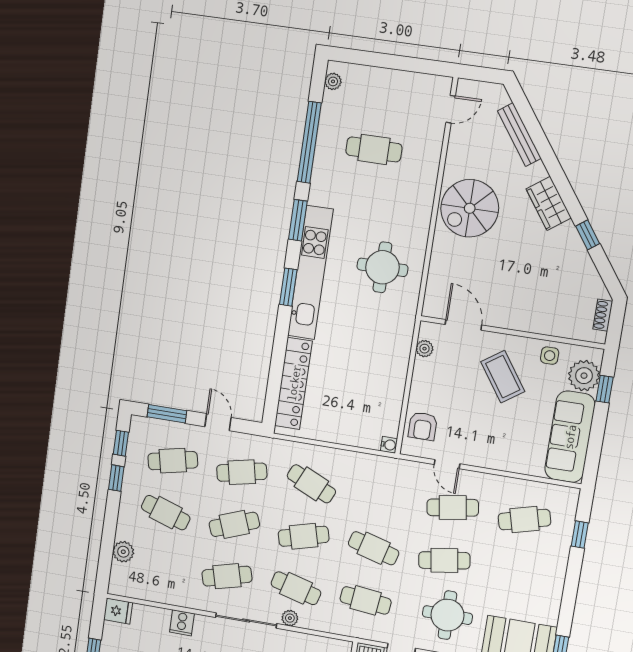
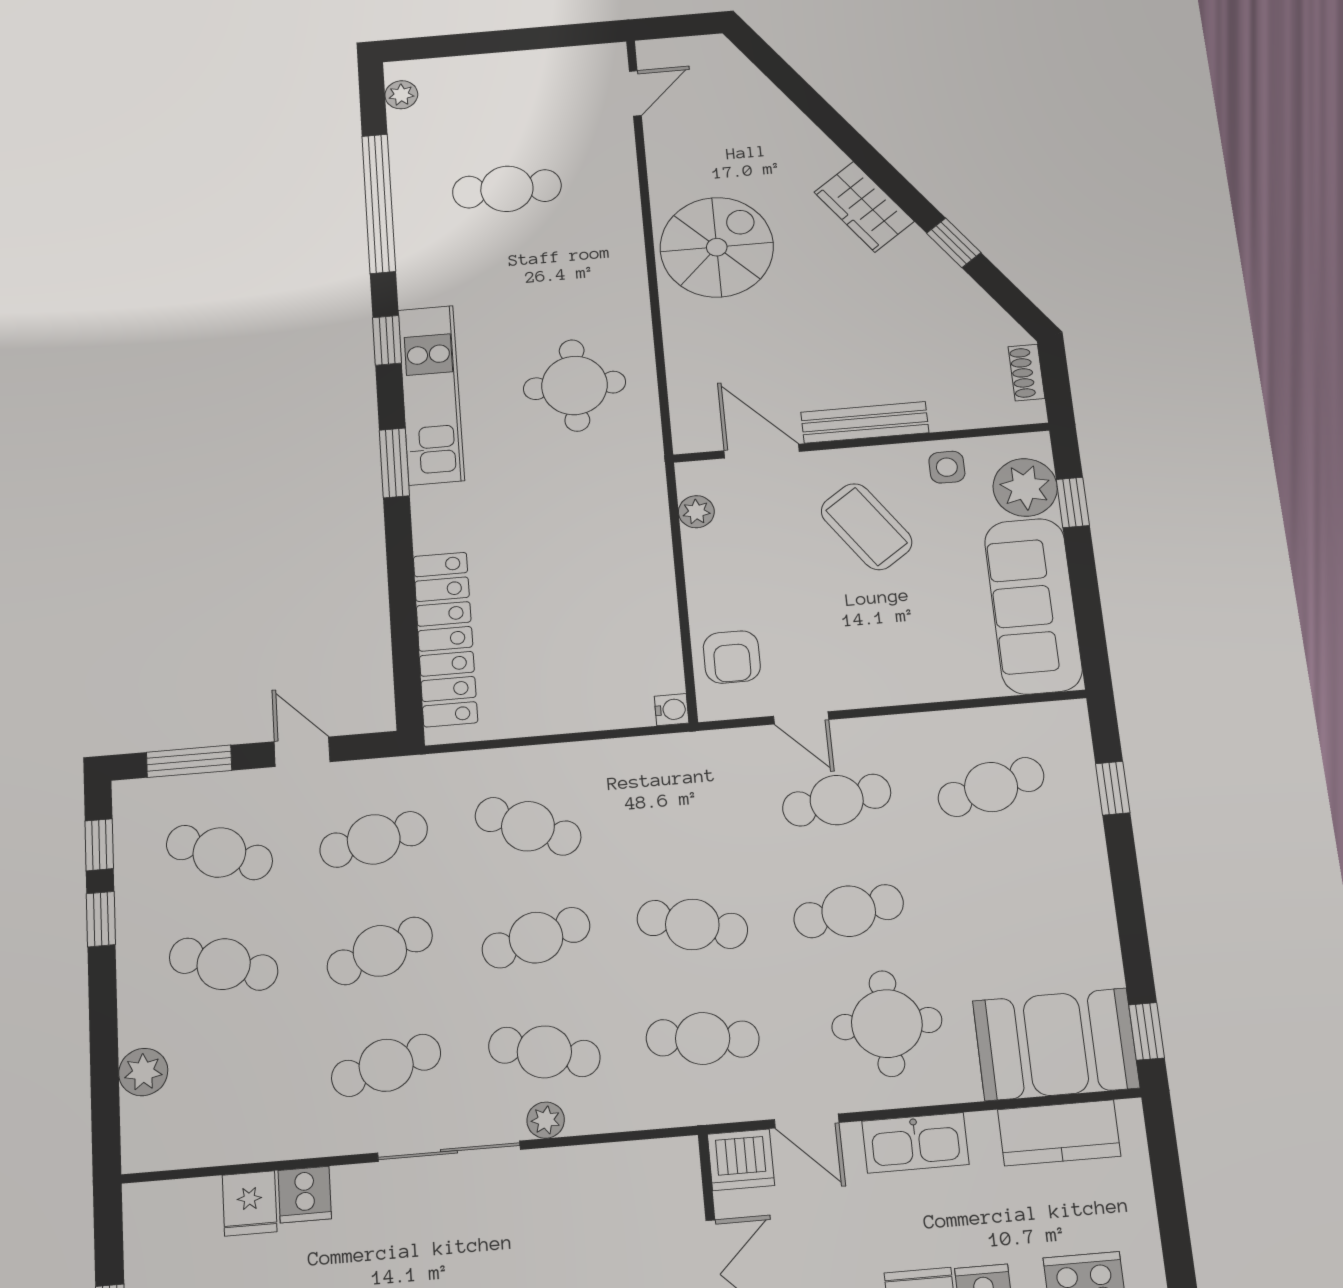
bench: (519, 135) -> (865, 422), moved, turned -54
spiral stairs: (470, 208) -> (717, 247), turned 180
window: (298, 220) -> (387, 340), width x0.67
kitchen unit: (310, 273) -> (431, 395), width x0.73
cafe table: (173, 461) -> (219, 852), turned 33
fridge: (118, 611) -> (250, 1203), moved, turned 90

